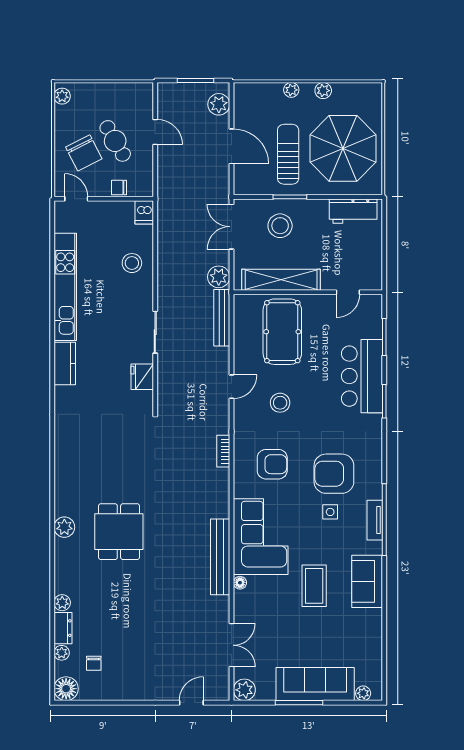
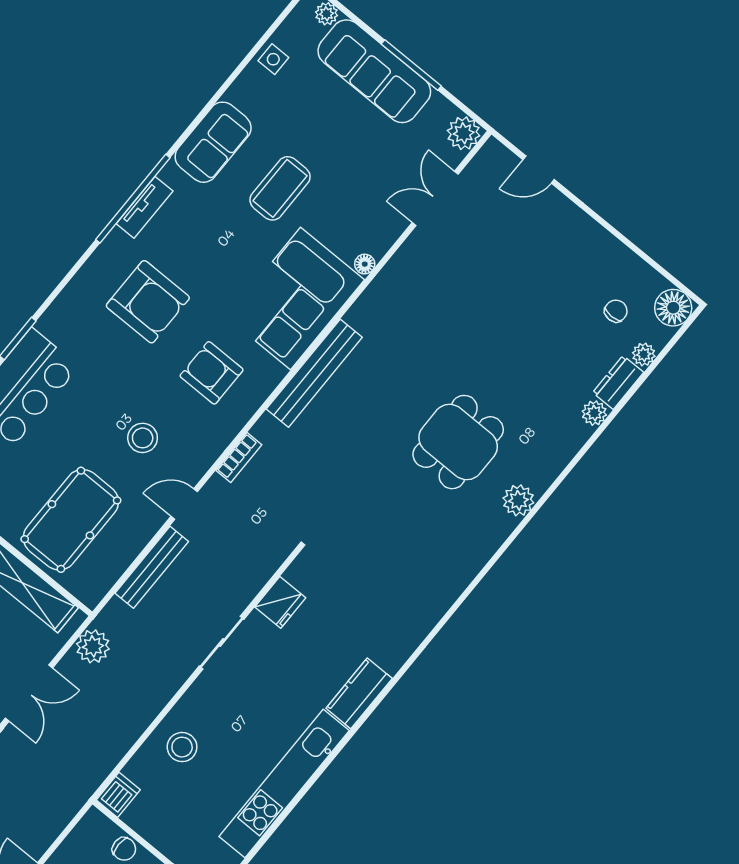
bench: (222, 318) -> (152, 567), moved
bookcase: (223, 451) -> (239, 458), moved
side table: (330, 512) -> (273, 59), moved
bench: (220, 557) -> (314, 373), moved

